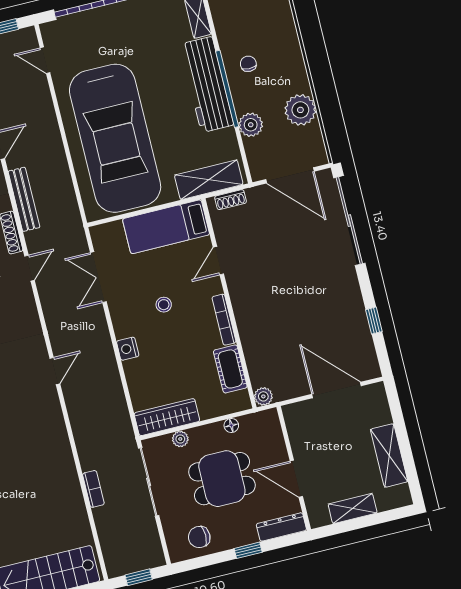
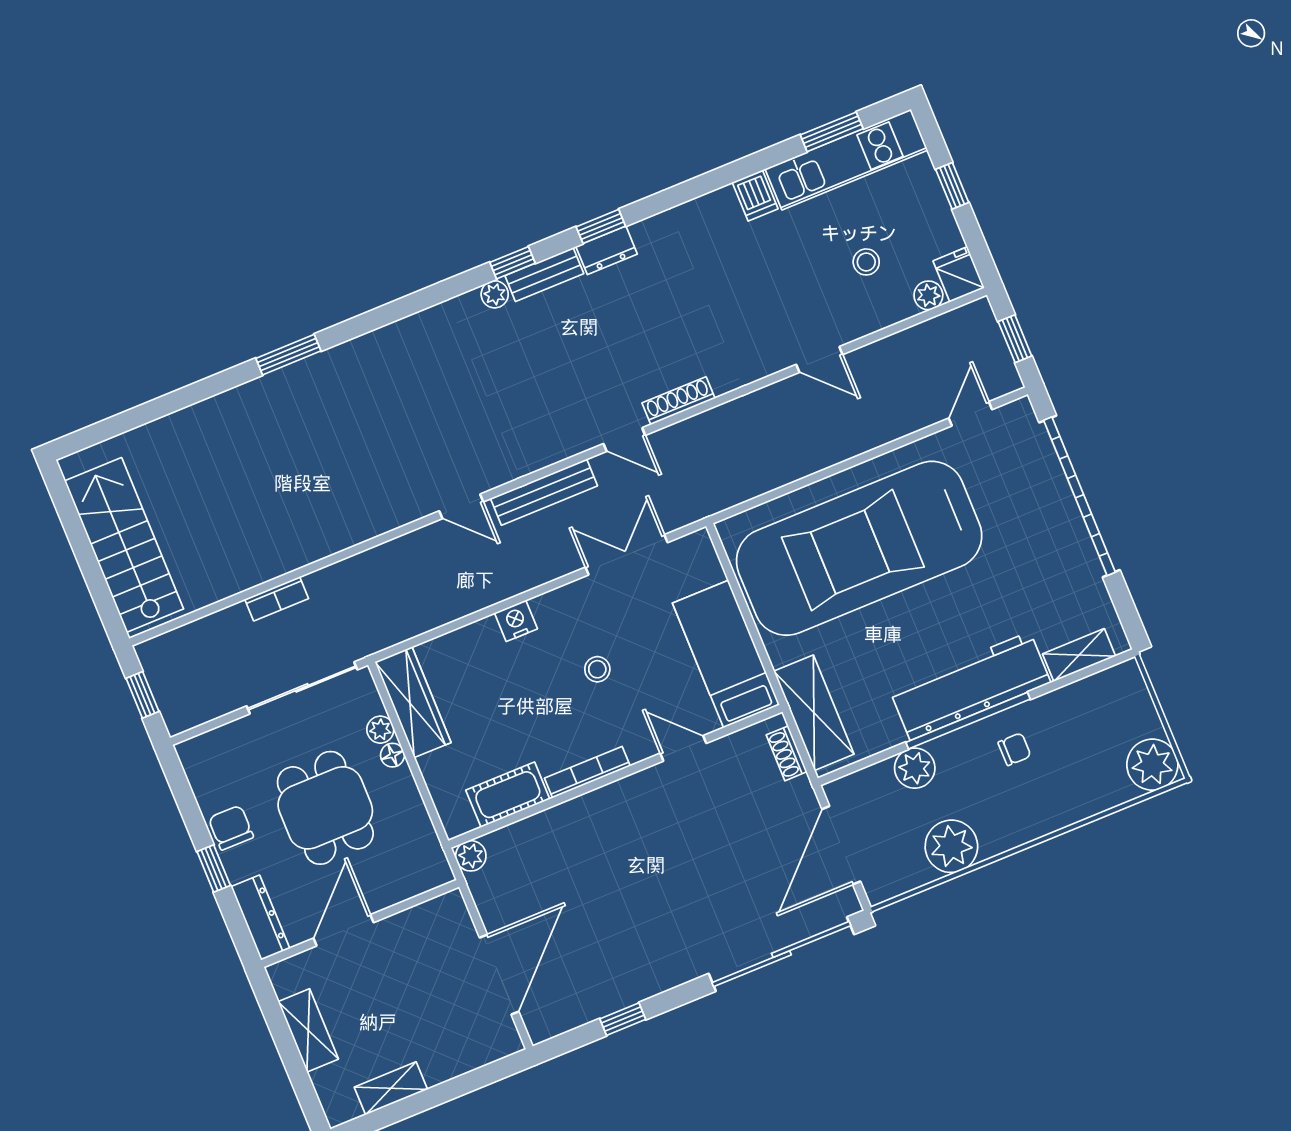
bench: (24, 199) -> (544, 492), moved
floor lamp: (231, 425) -> (392, 755), moved
shelving: (389, 455) -> (391, 1088), width x0.67, depth x0.75
chair: (199, 537) -> (231, 828), moved

